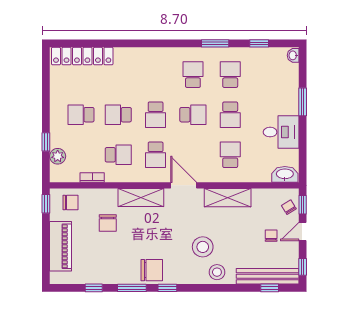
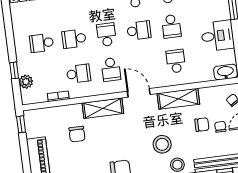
school desk: (156, 115) -> (106, 35), turned 180
chair: (70, 202) -> (202, 125), moved

